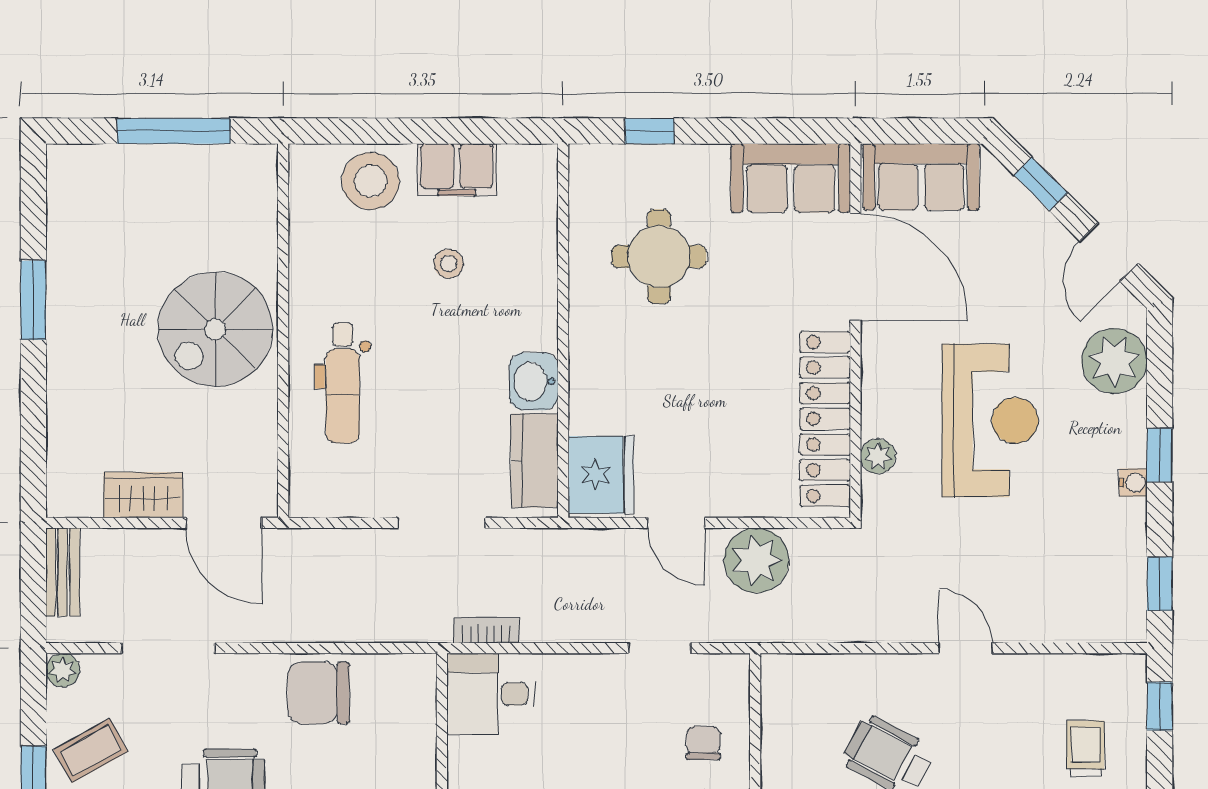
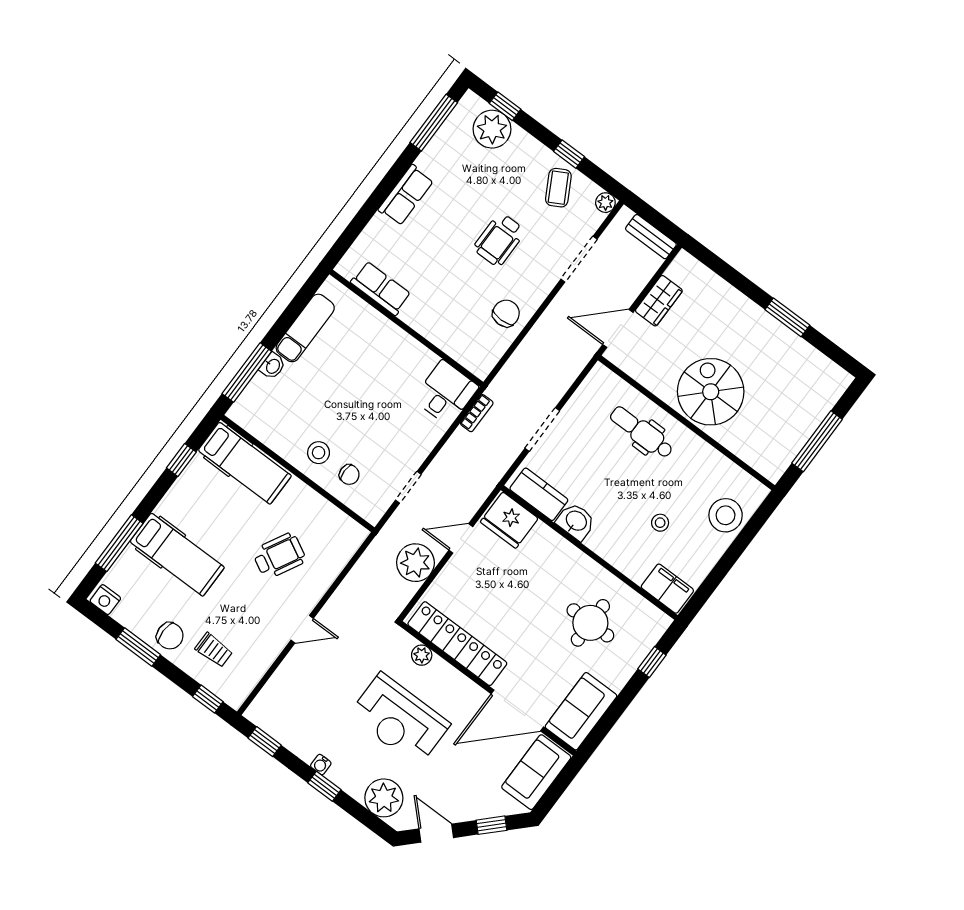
filing cabinet: (457, 170) -> (667, 589), moved, turned 90
chair: (318, 693) -> (506, 313), width x0.73, depth x0.73

